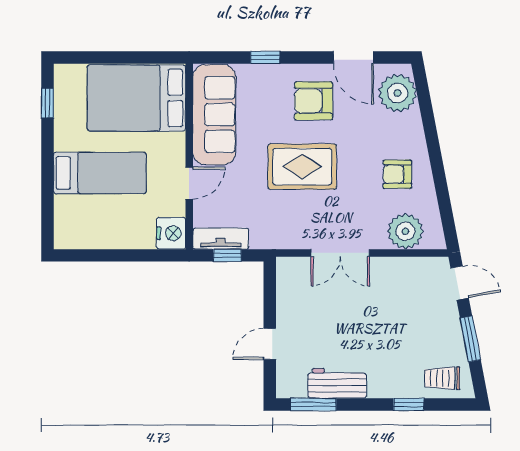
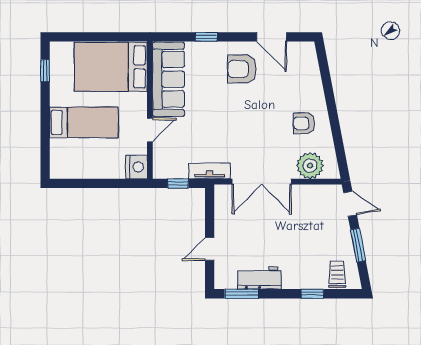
plant: (397, 93) -> (304, 63), removed
rug: (302, 167) -> (234, 118), removed
tv unit: (221, 239) -> (210, 171), moved
double door: (340, 253) -> (262, 182), width x1.37
trolley: (442, 378) -> (337, 274), turned 90

